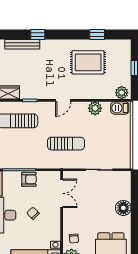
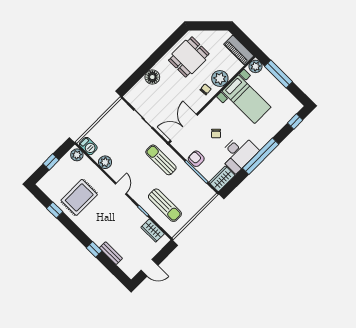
bench: (22, 44) -> (111, 253), width x0.73
rug: (88, 62) -> (79, 197), turned 90
door: (63, 100) -> (121, 189), hinge flipped
sun lounger: (66, 144) -> (161, 160), moved
double door: (62, 193) -> (184, 128), width x1.37

